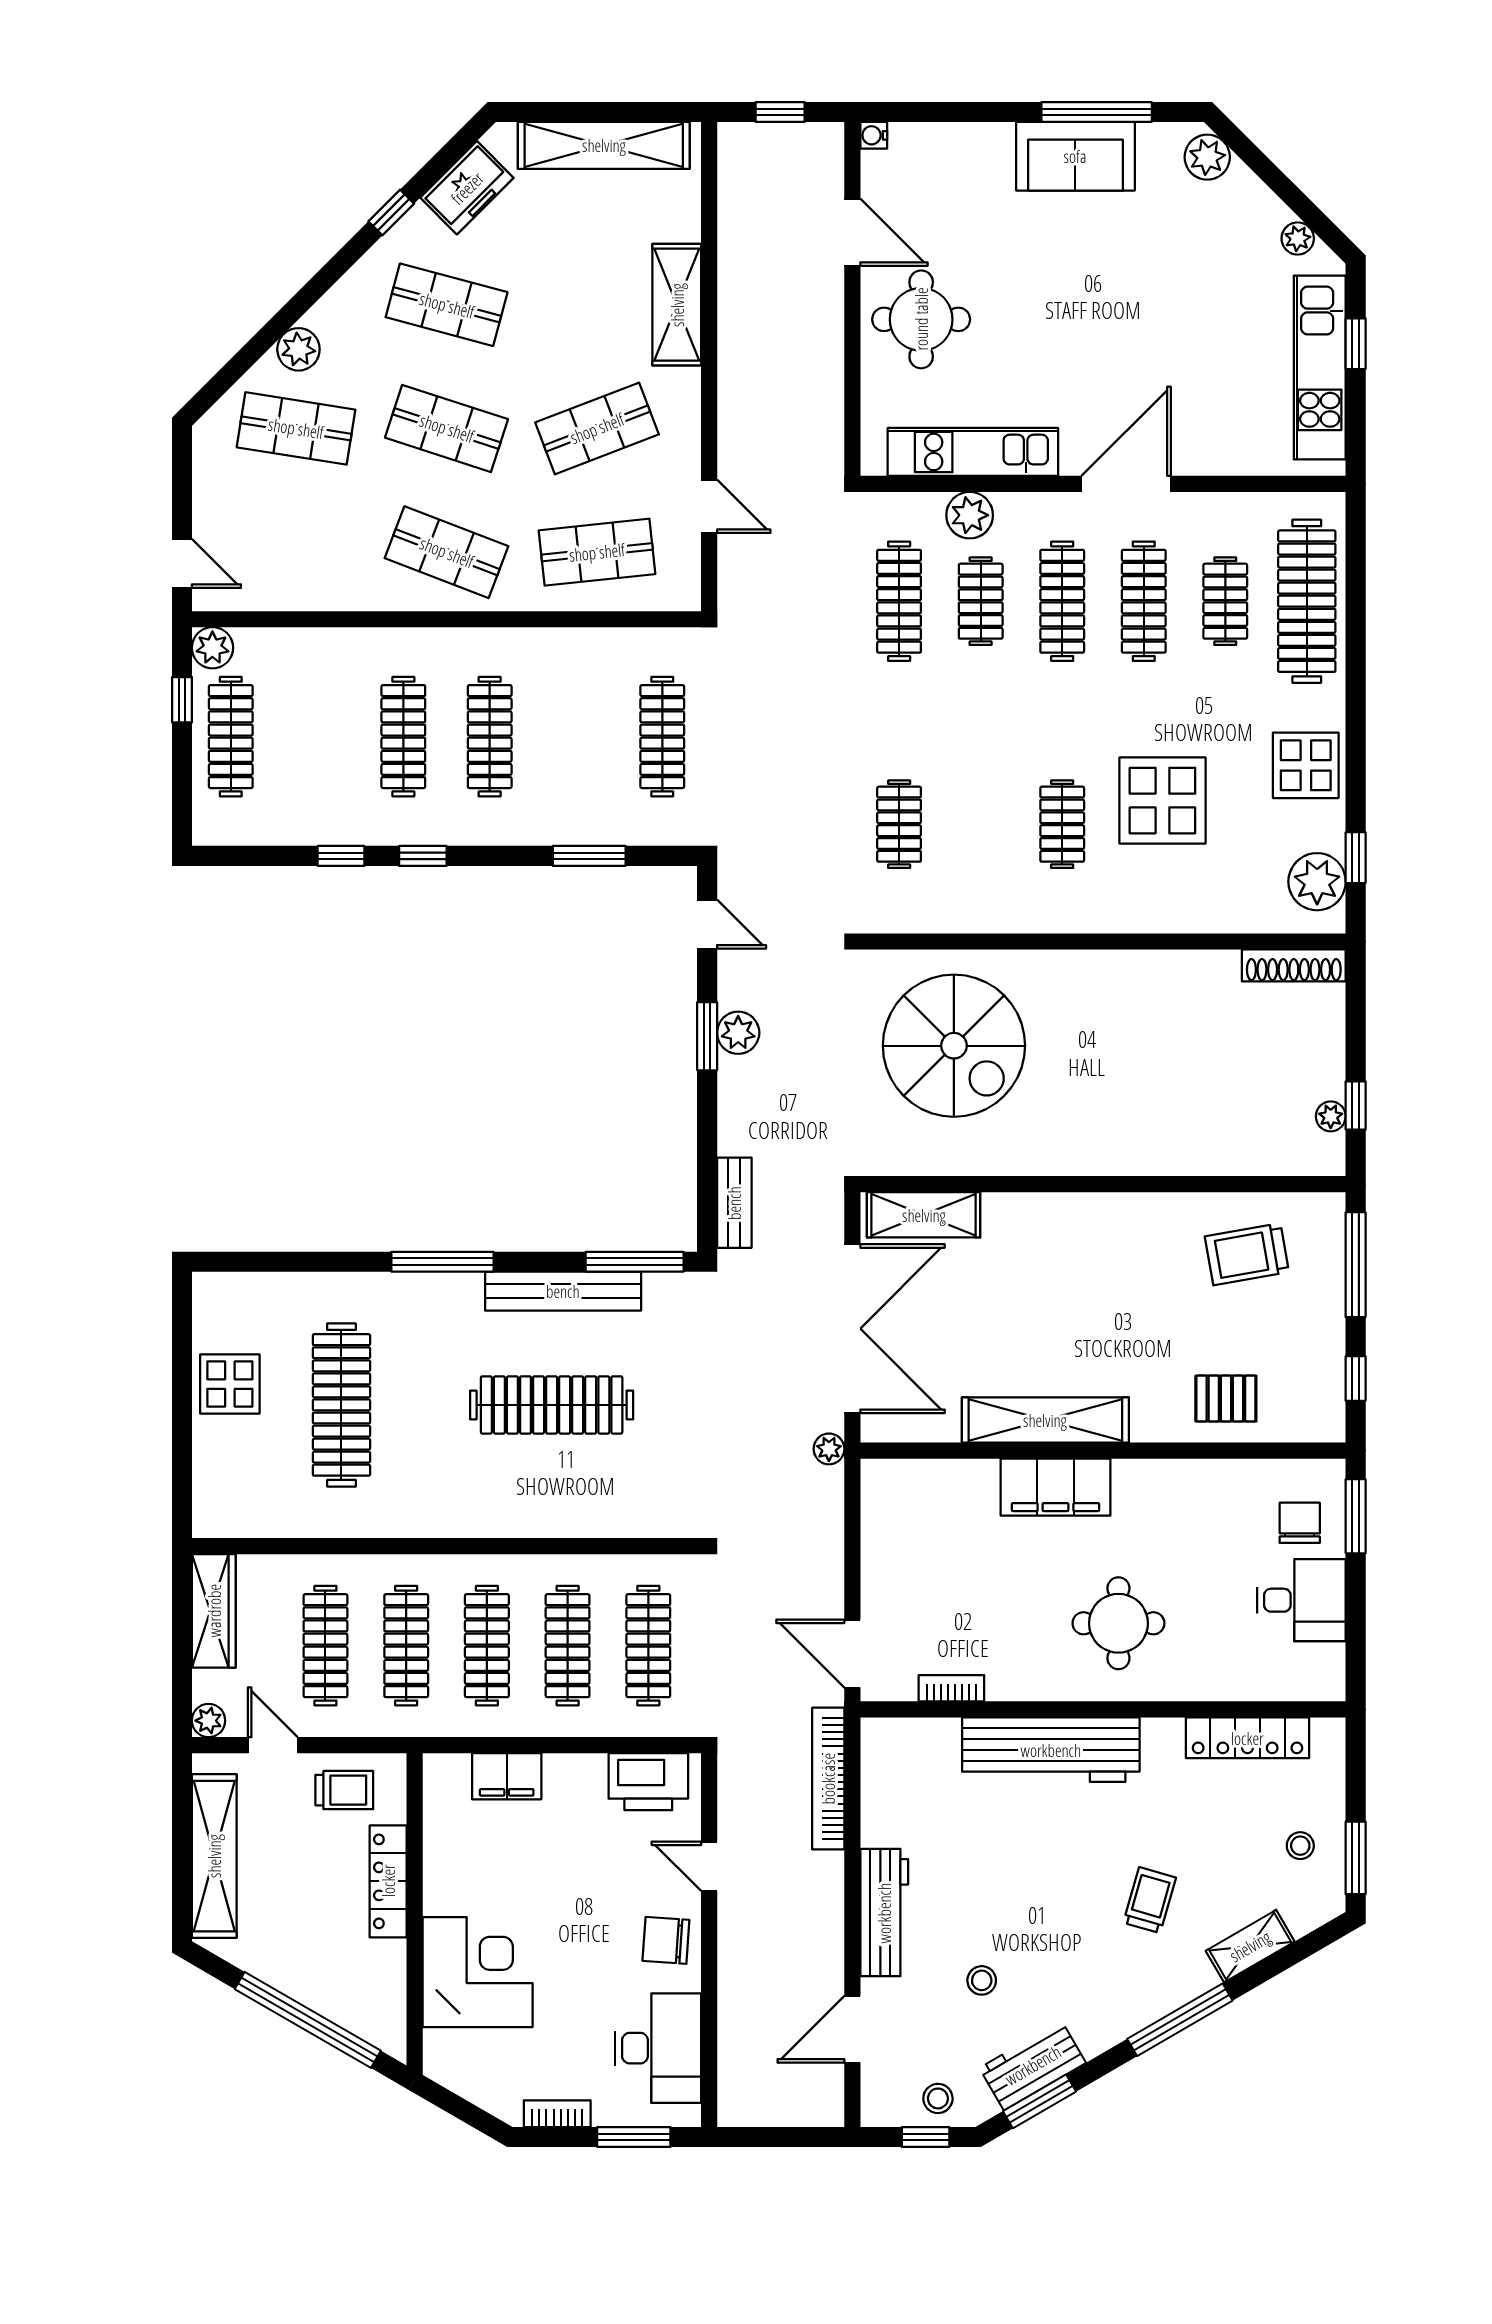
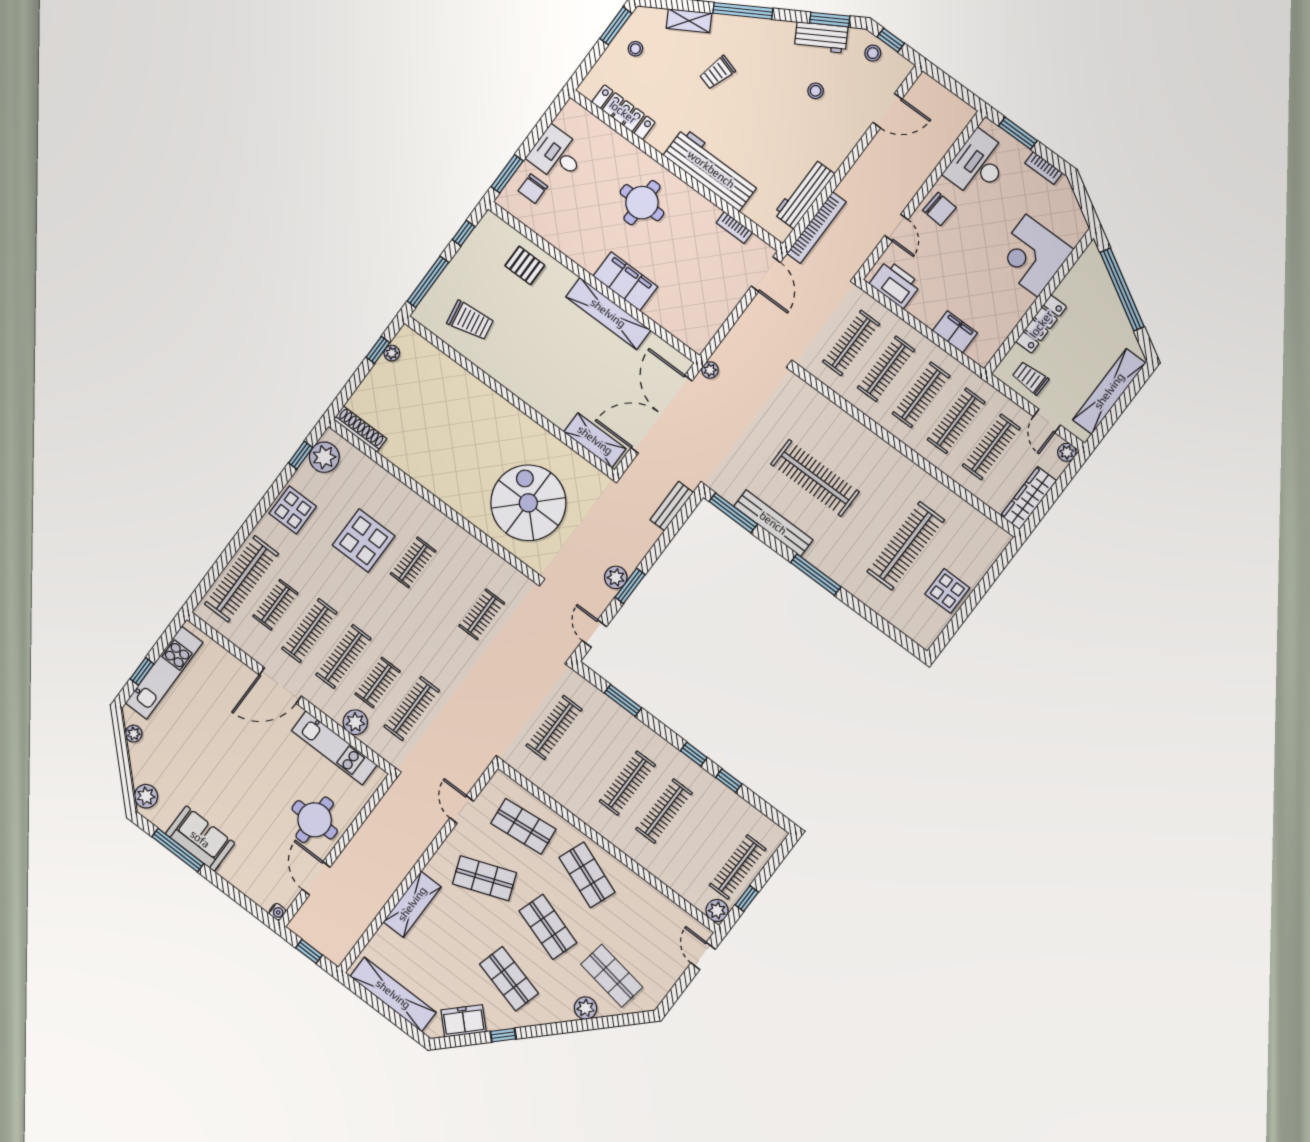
workbench: (884, 1913) -> (804, 194), moved

